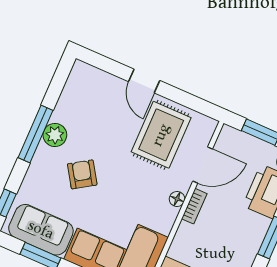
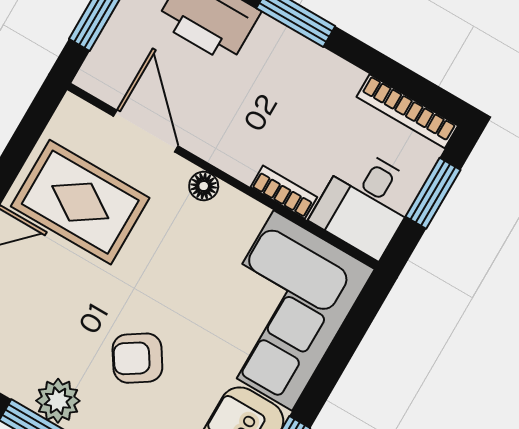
bookcase: (194, 206) -> (284, 192), moved

